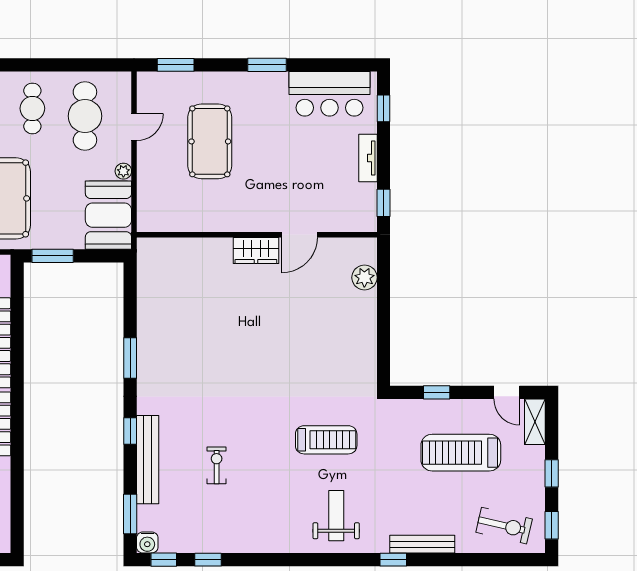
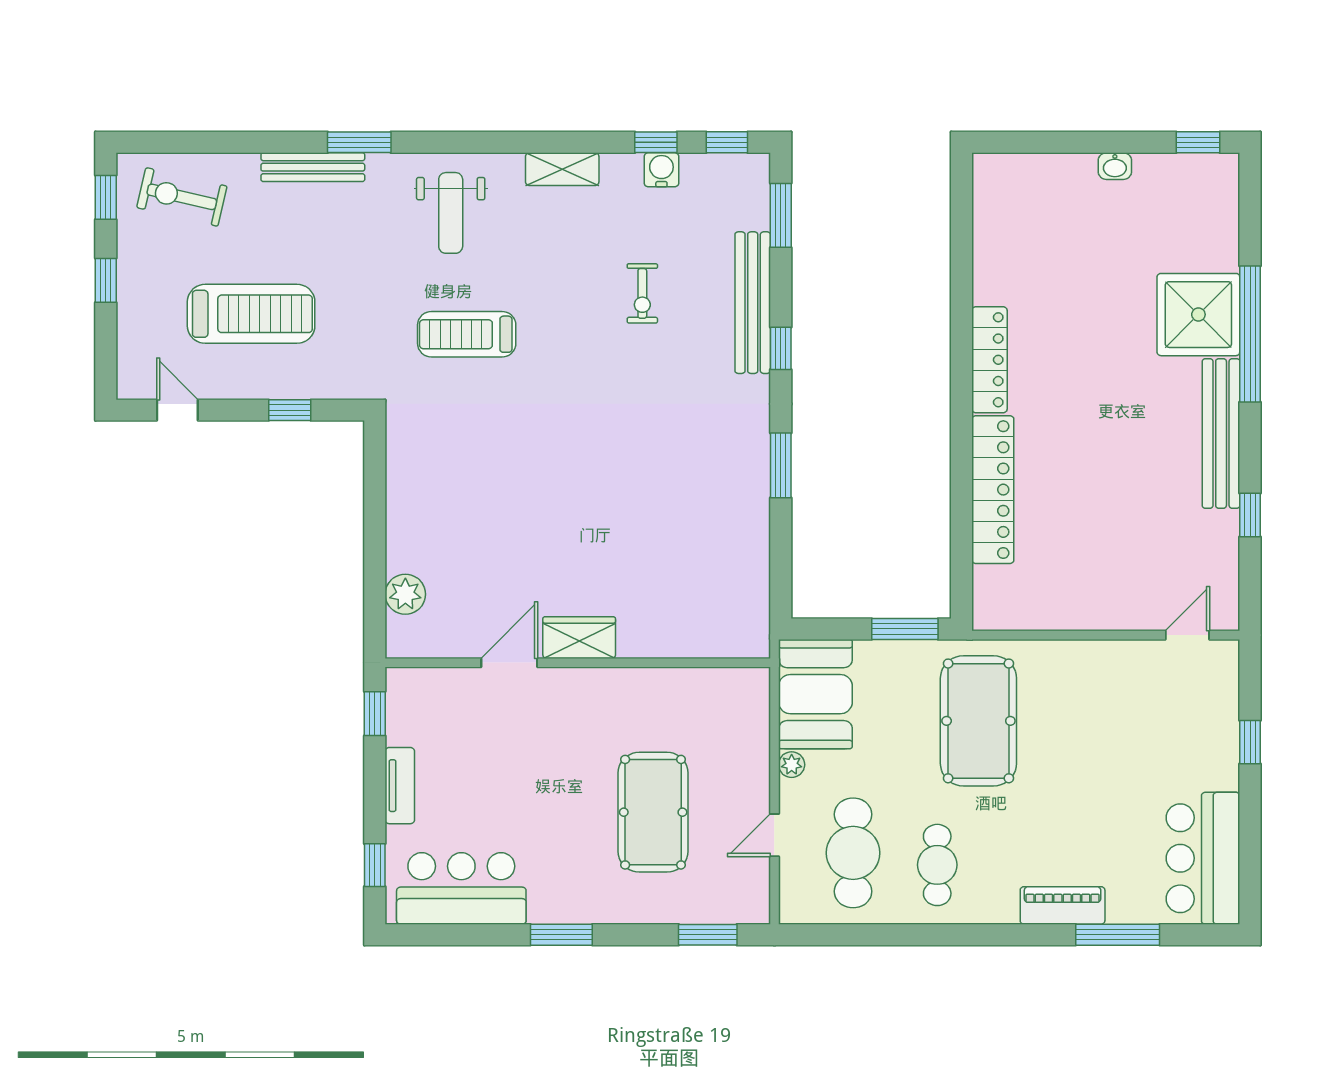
shelving: (535, 422) -> (562, 169), moved, turned 90
water cooler: (147, 543) -> (661, 170), moved
window: (393, 560) -> (359, 142), width x1.50

